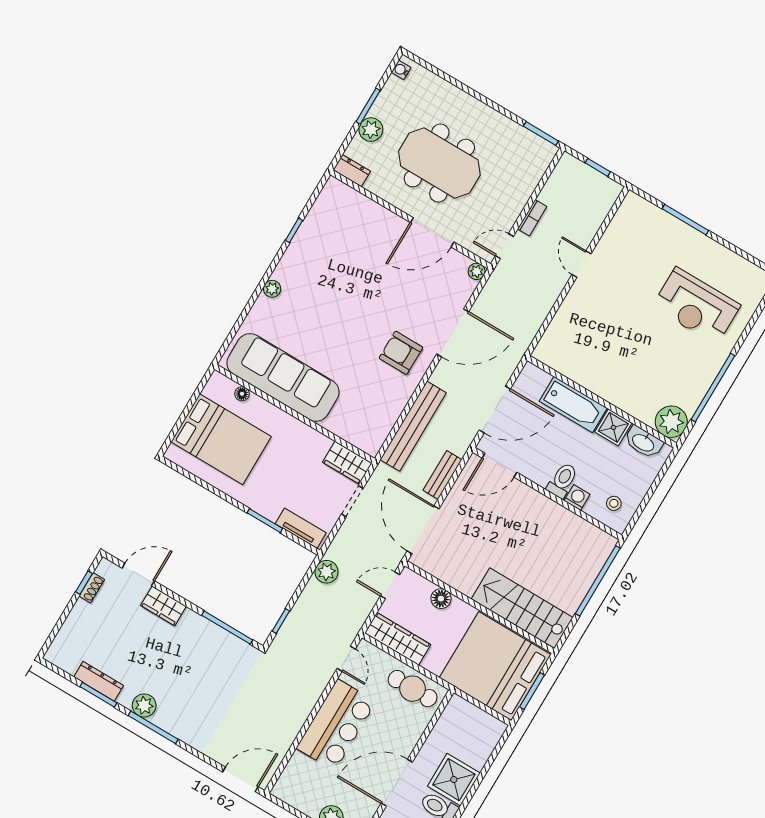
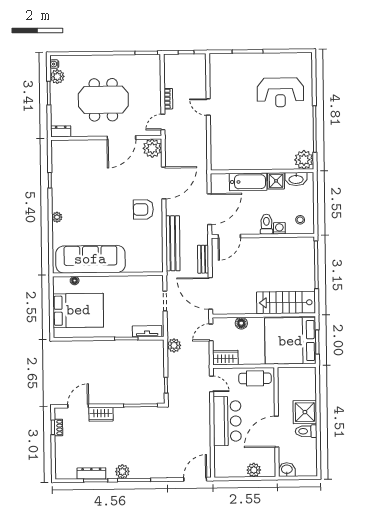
plant: (371, 130) -> (57, 77), moved
plant: (477, 271) -> (152, 148), width x1.88, depth x1.88
wardrobe: (347, 463) -> (150, 283), removed
wardrobe: (398, 639) -> (225, 358), width x0.67

